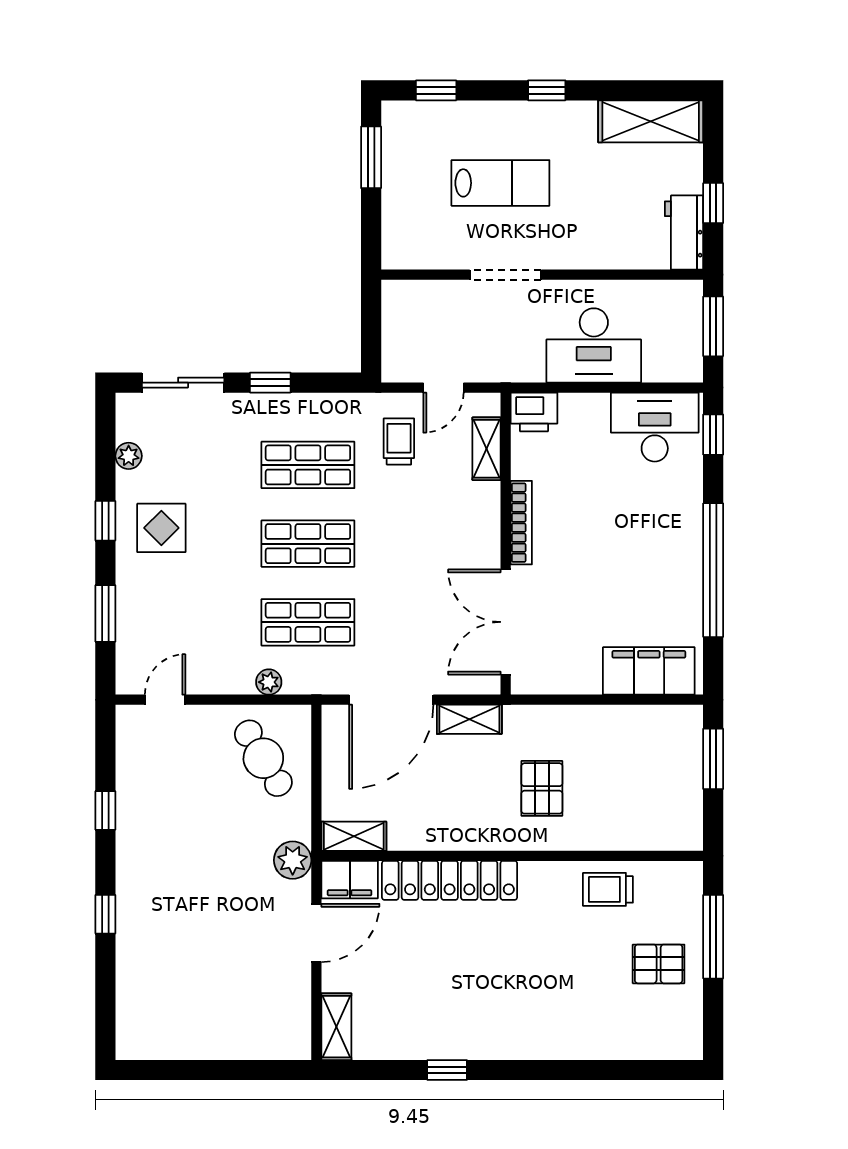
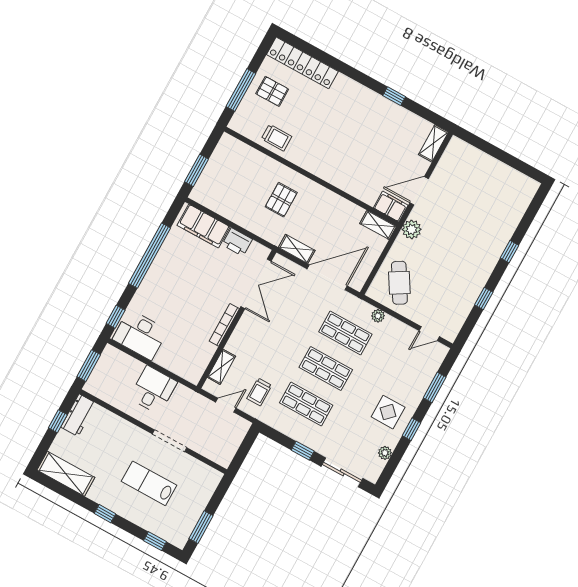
desk: (594, 345) -> (153, 390), width x0.73
printer: (534, 412) -> (237, 242), moved, turned 180
locker: (450, 880) -> (302, 63), moved, turned 180

